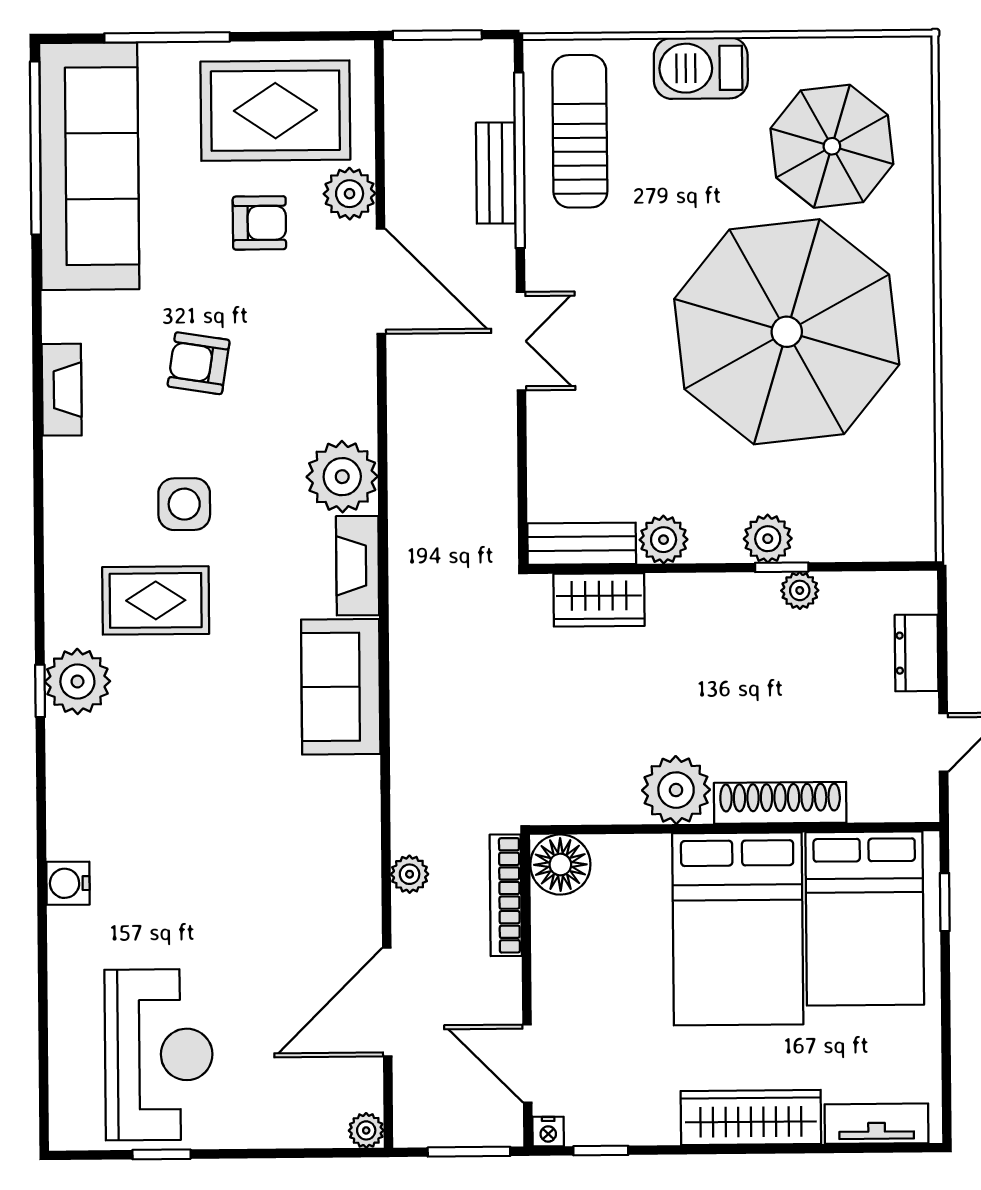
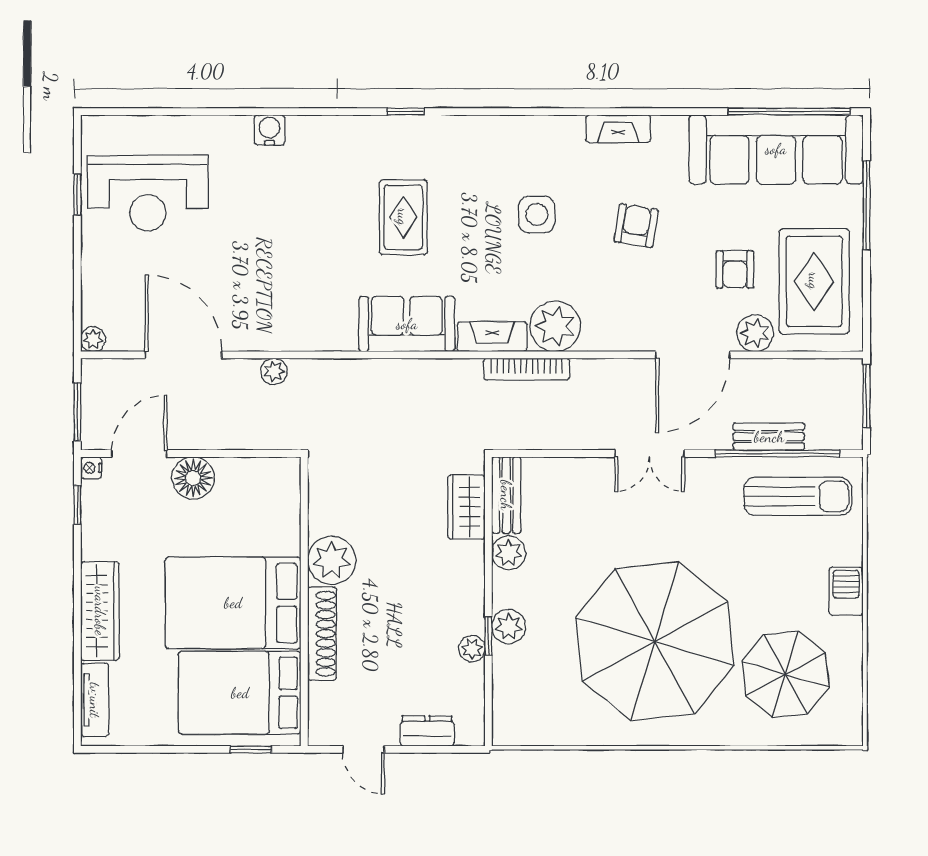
barbecue: (701, 68) -> (846, 591), width x0.73, depth x0.79
rug: (156, 600) -> (403, 217), moved
plant: (77, 681) -> (412, 138), removed
floor lamp: (560, 865) -> (193, 478), moved
bookcase: (506, 895) -> (527, 369), moved, turned 180

